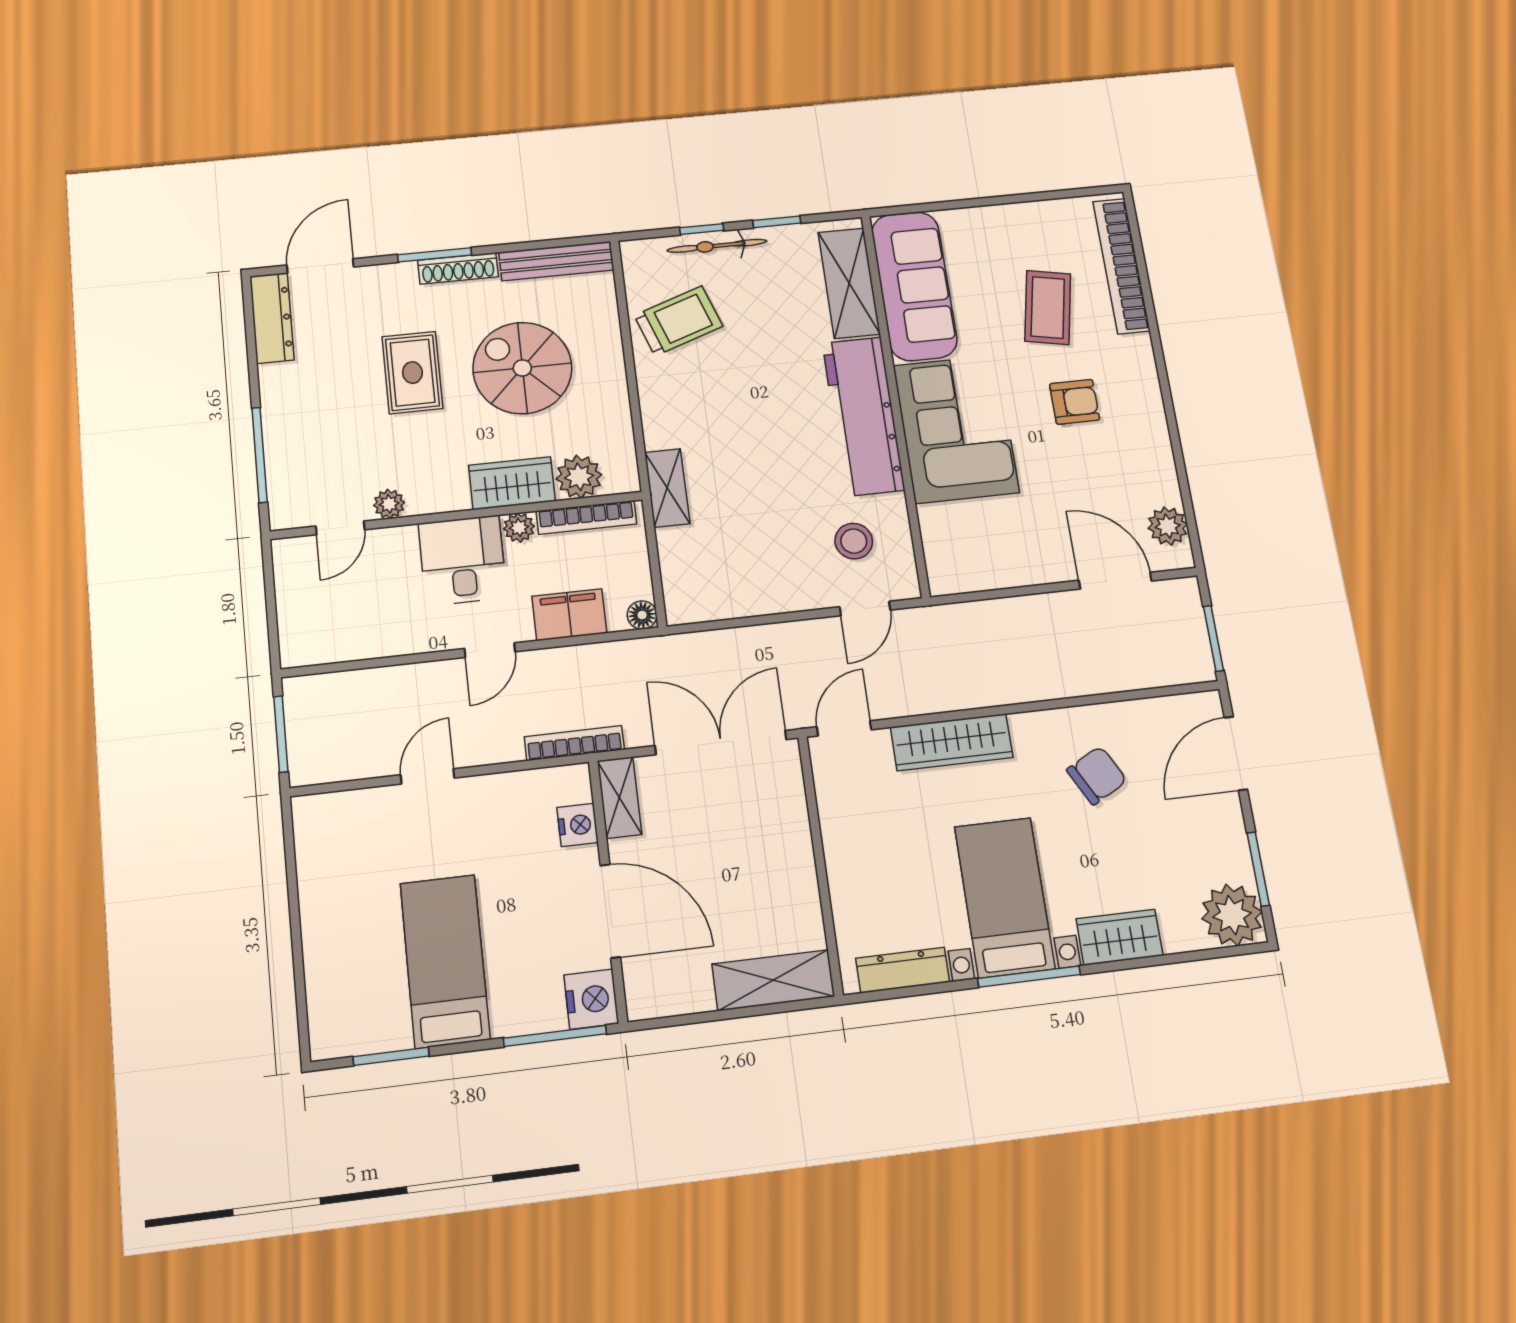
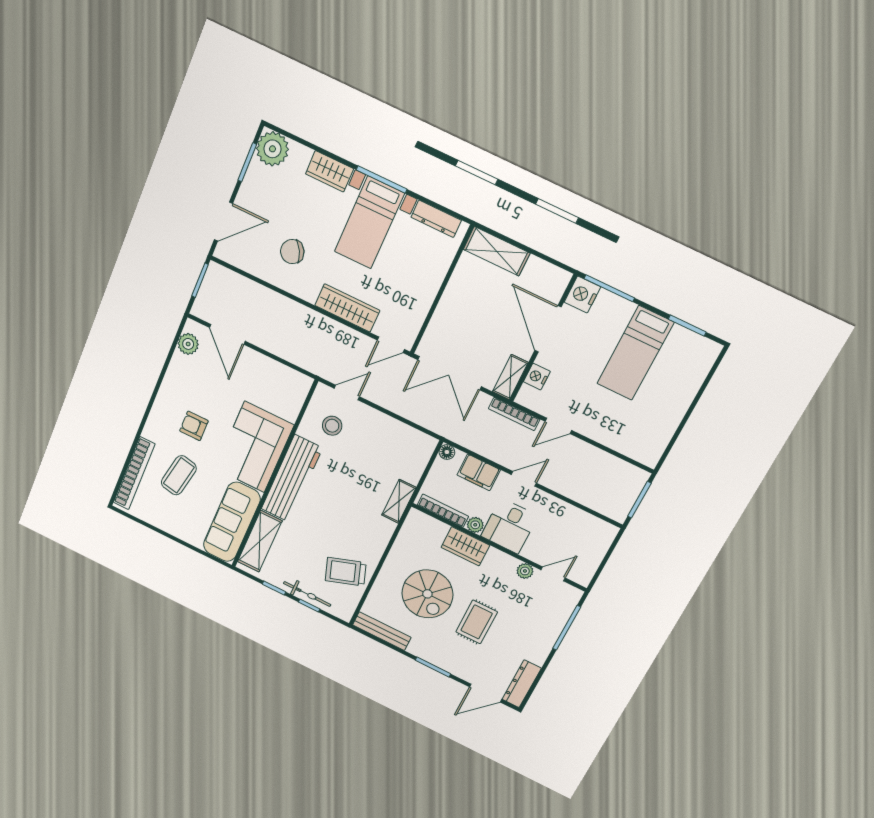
shoe rack: (458, 268) -> (427, 655), removed
plant: (579, 477) -> (434, 531), removed
door: (427, 776) -> (558, 426), moved

